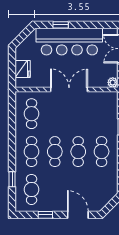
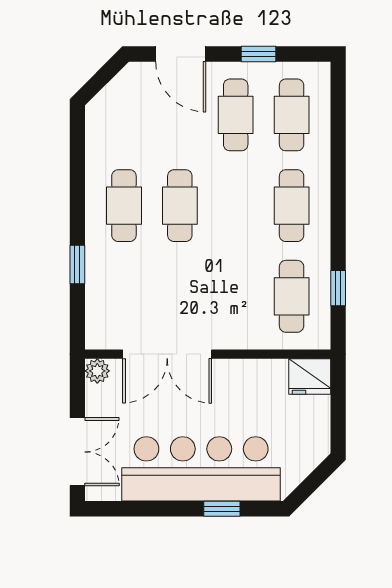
fridge: (23, 69) -> (310, 377), moved, turned -90
double door: (69, 89) -> (167, 354), moved
cafe table: (55, 152) -> (236, 115), moved
window: (12, 179) -> (338, 288), moved

